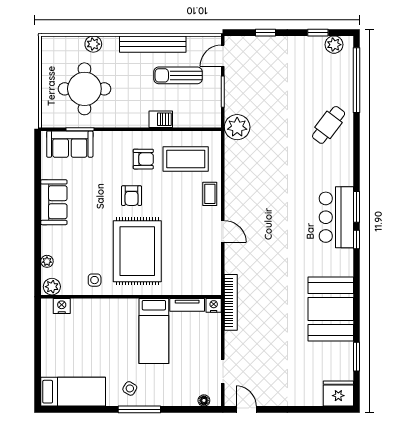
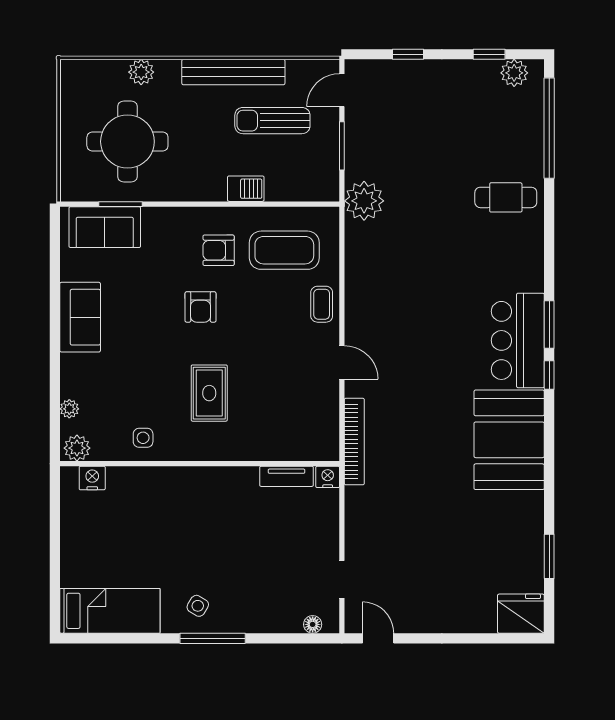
cafe table: (329, 125) -> (506, 197), turned 53
armchair: (143, 159) -> (219, 250), turned 180
rug: (137, 251) -> (209, 393), width x0.54, depth x0.49
bookcase: (231, 302) -> (354, 442), moved
booth: (331, 309) -> (509, 440), moved
bed: (154, 331) -> (235, 517), removed

